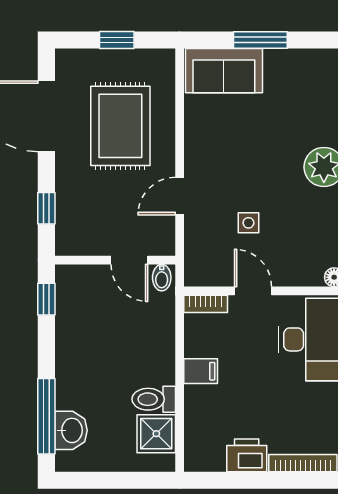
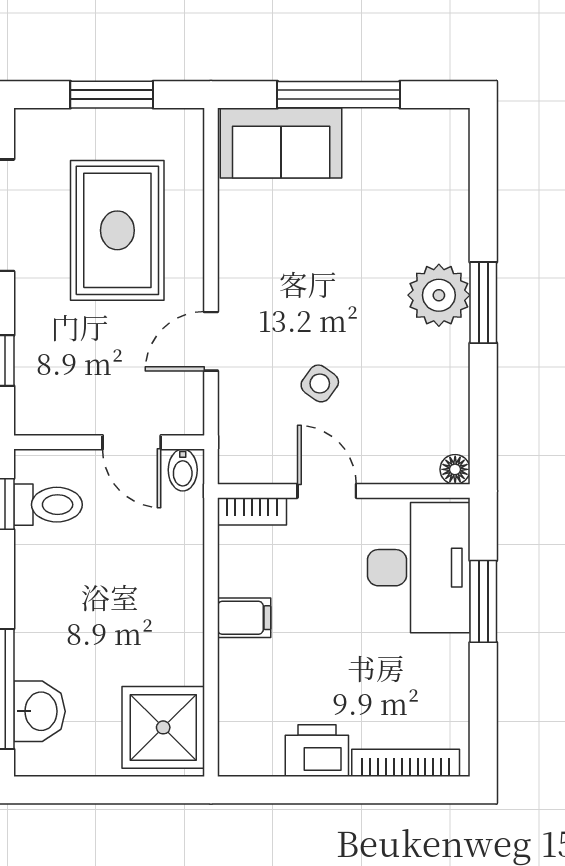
window: (117, 40) -> (112, 95), width x1.50
window: (260, 40) -> (339, 95), width x1.44
side table: (248, 223) -> (320, 383), turned 36
toilet: (154, 399) -> (48, 505), moved, turned 180
shower: (156, 434) -> (163, 727), width x1.36, depth x1.36

